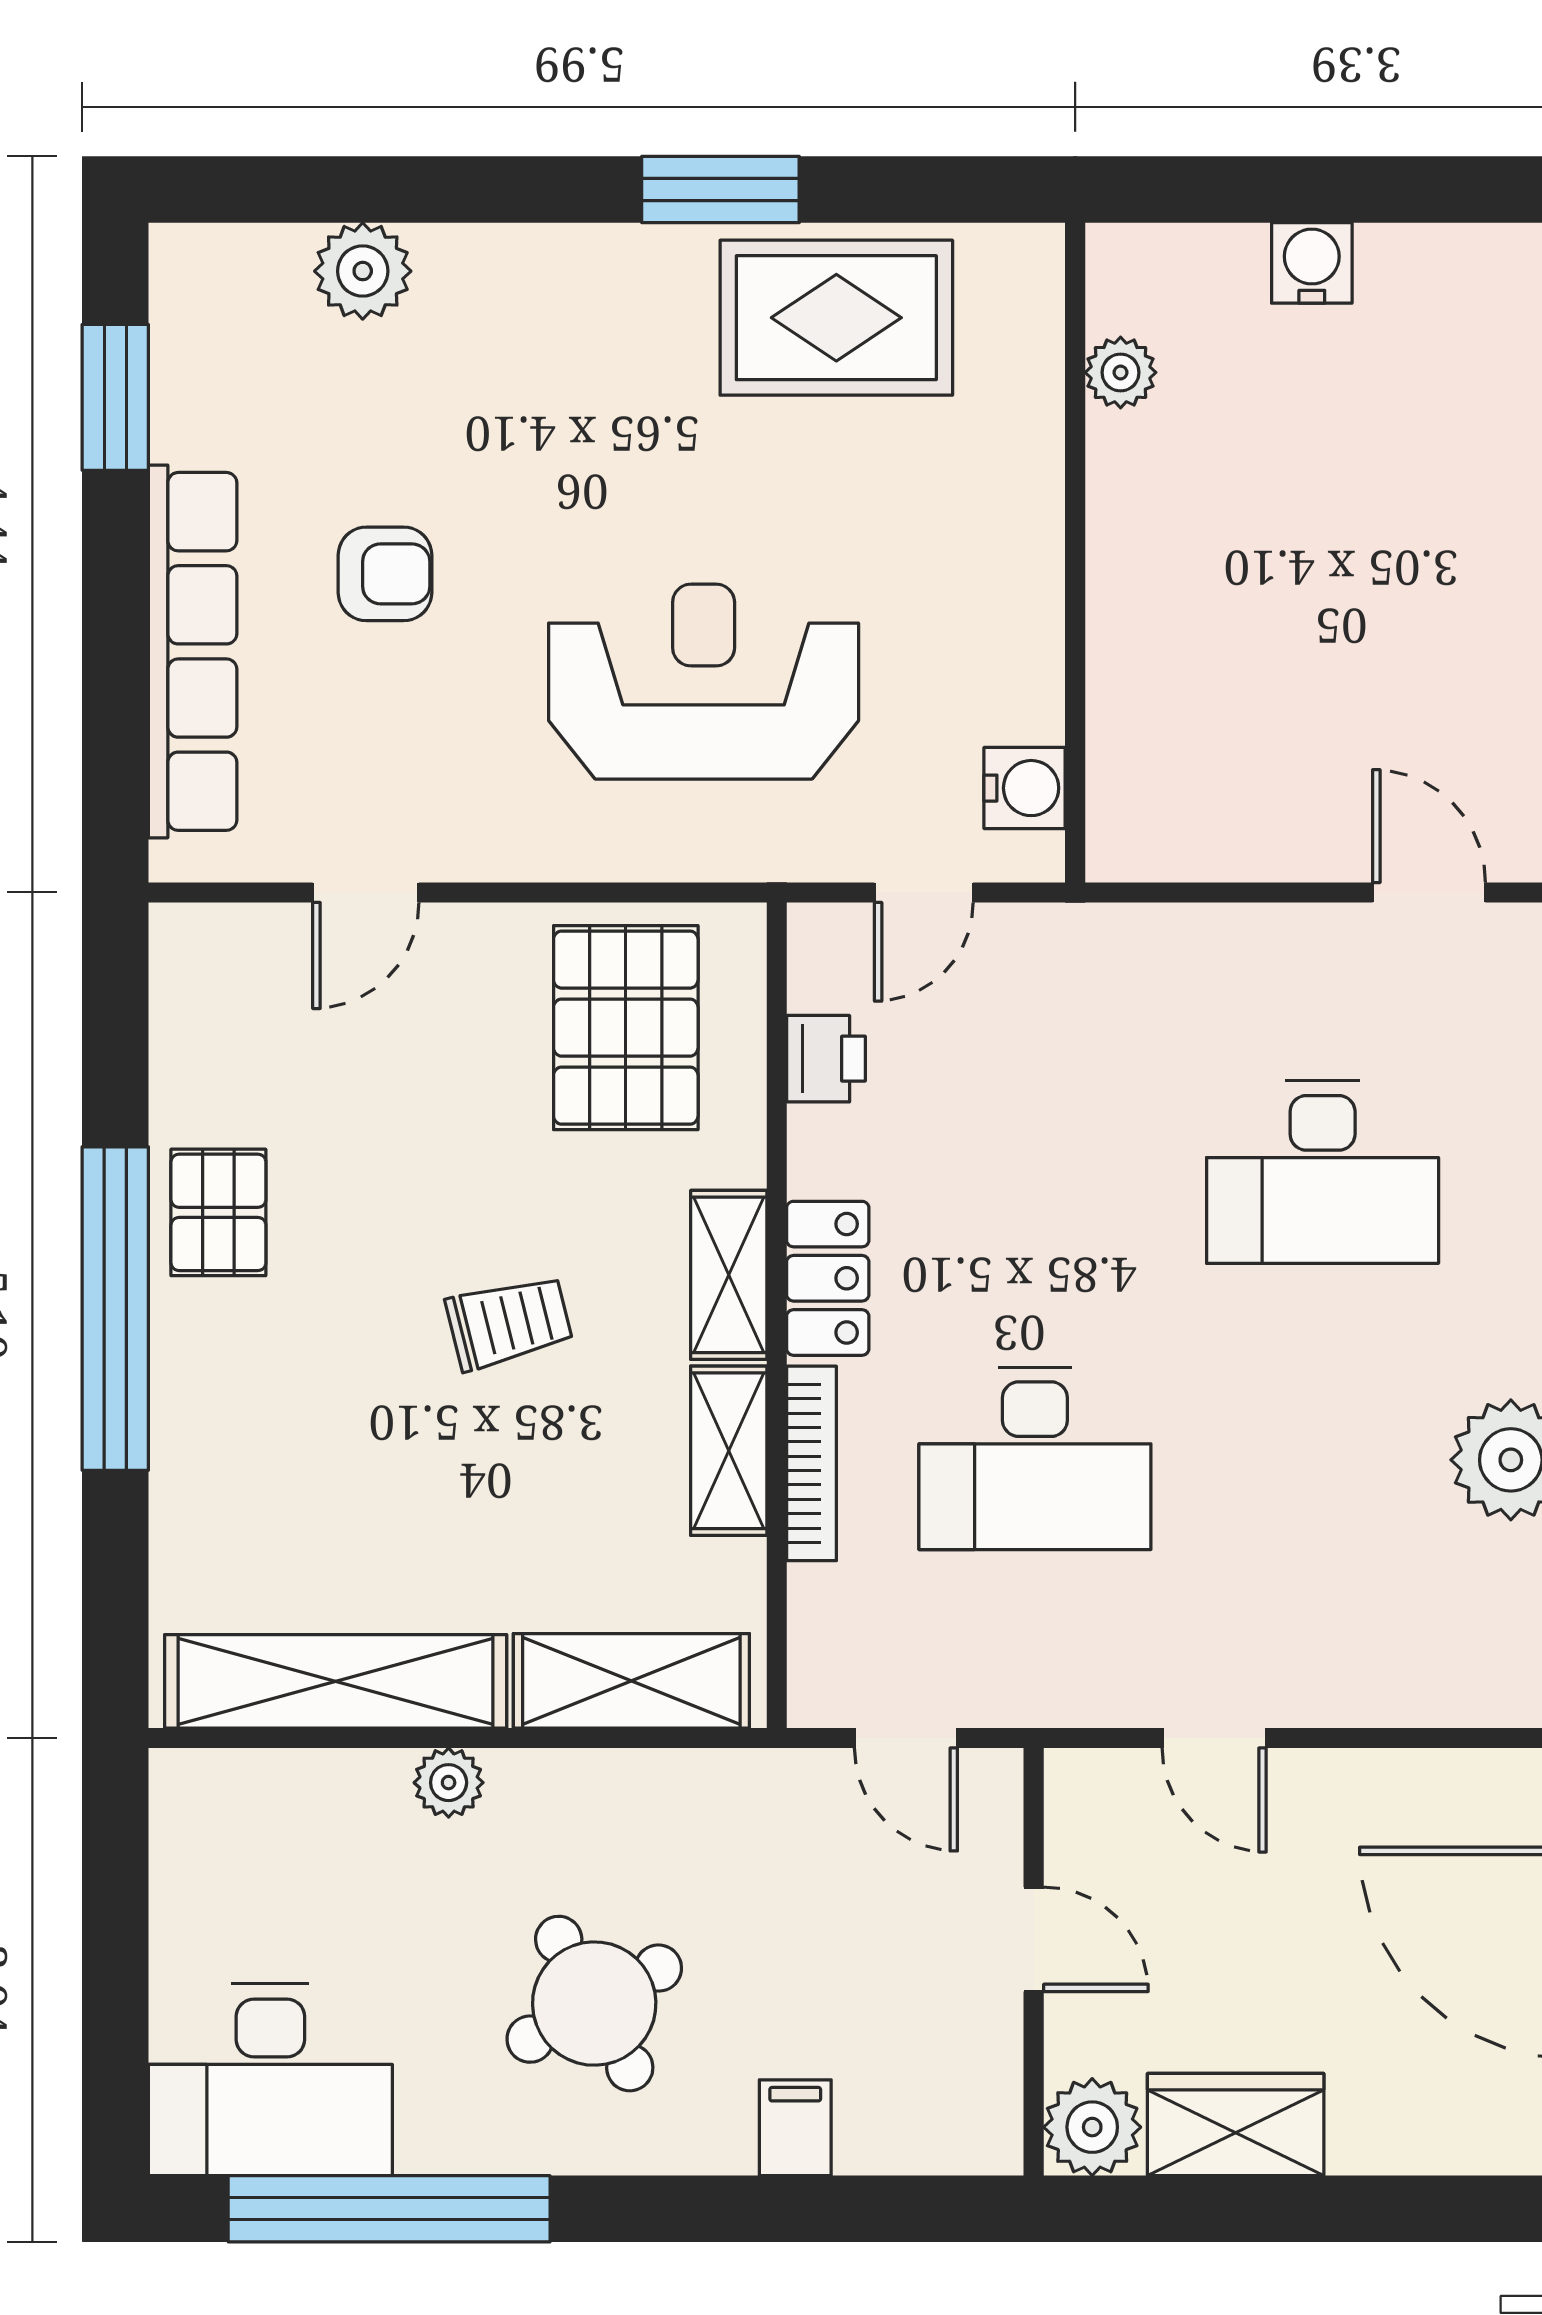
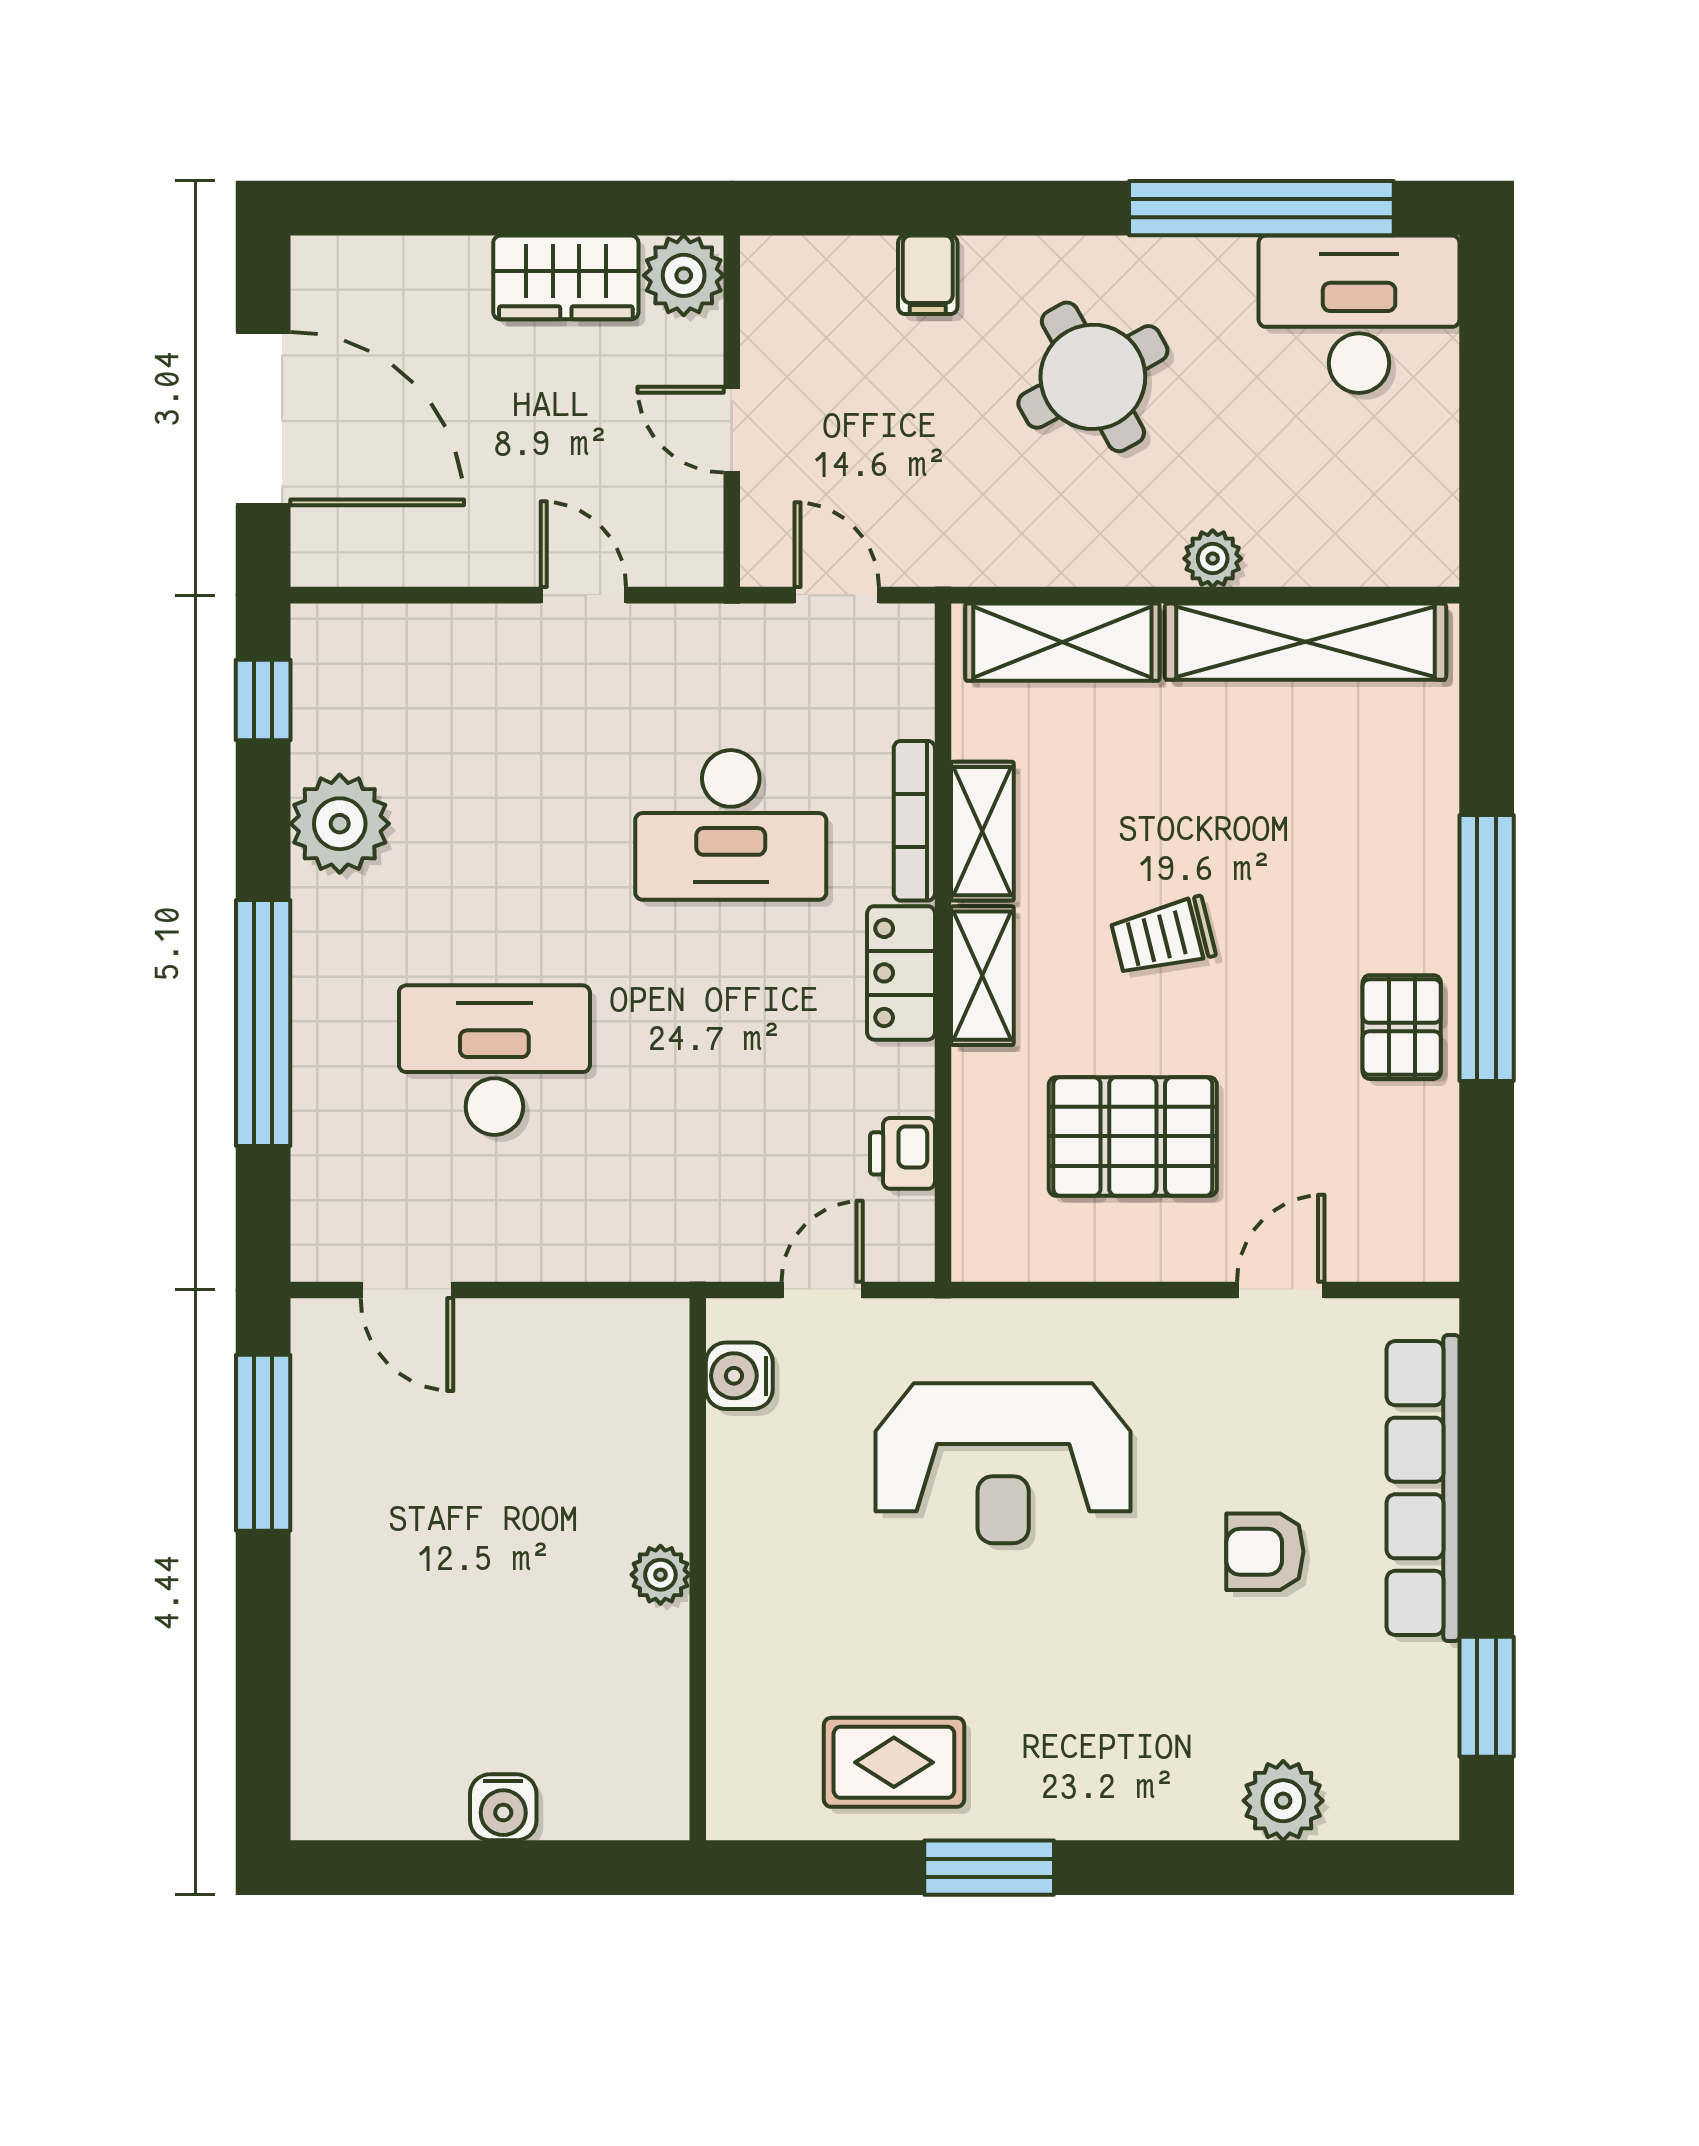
rug: (836, 318) -> (894, 1762), width x0.73, depth x0.70
plant: (1121, 372) -> (660, 1575), moved
pallet: (626, 1028) -> (1133, 1136), moved, turned 90
desk: (1035, 1458) -> (731, 825), turned 180

